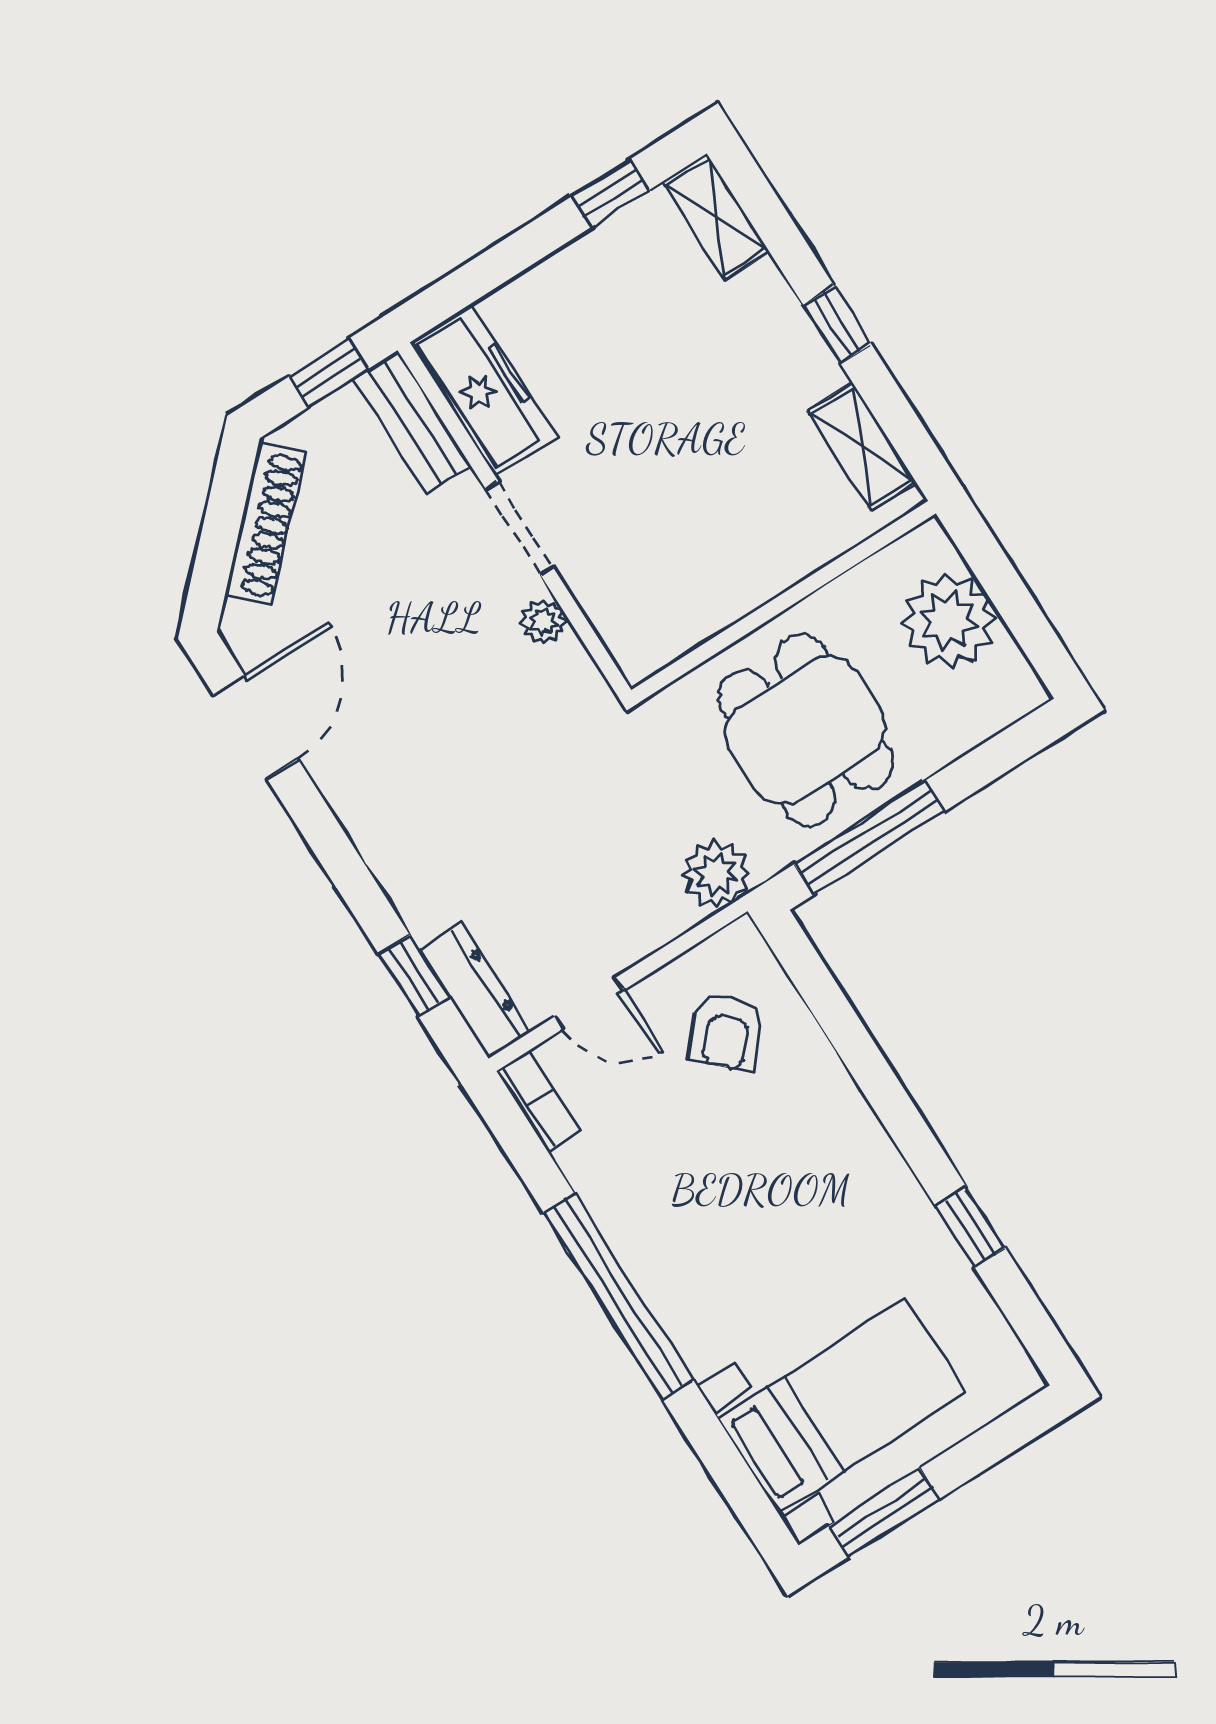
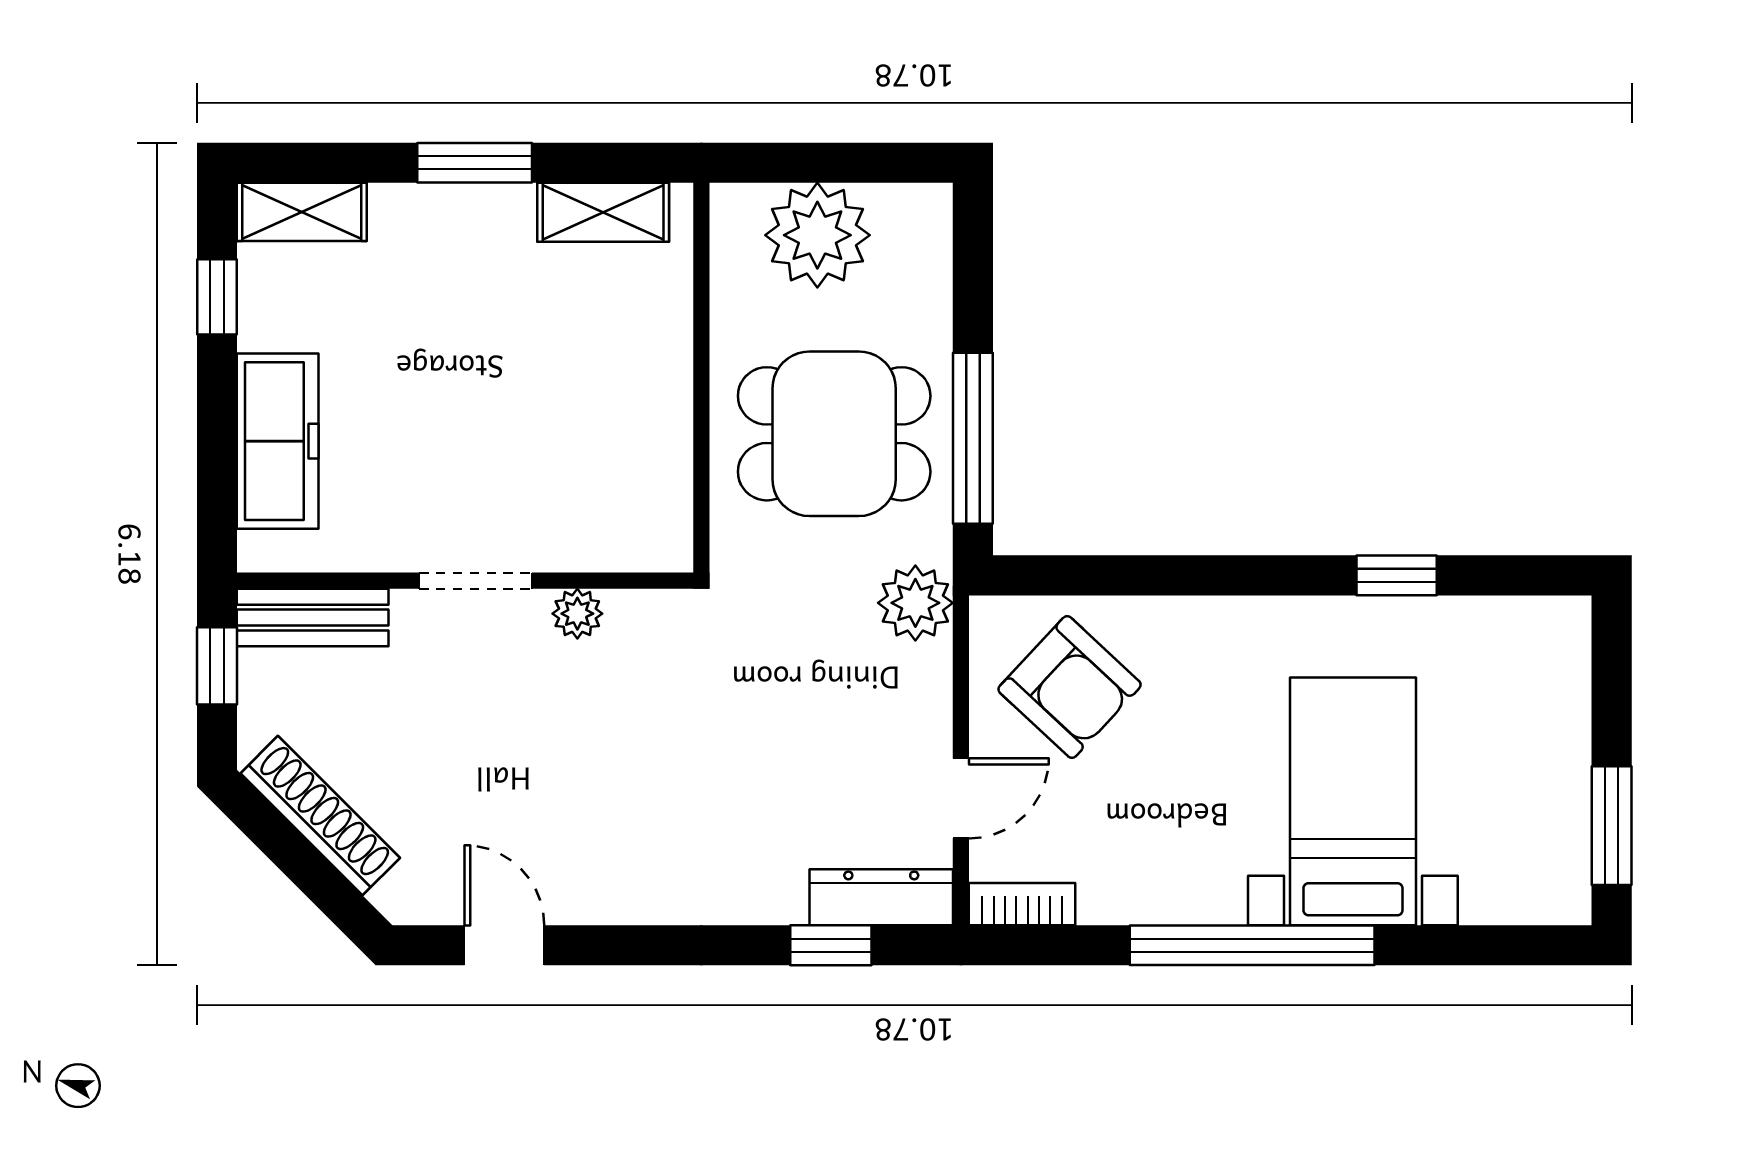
window: (837, 325) -> (475, 163), width x1.50
freezer: (483, 389) -> (278, 441), moved, turned 90
door: (256, 727) -> (504, 945), width x0.73
armchair: (727, 1032) -> (1070, 687), width x1.38, depth x1.38
bed with nightstands: (842, 1406) -> (1353, 801), moved

